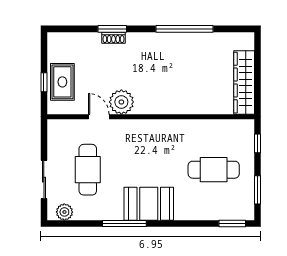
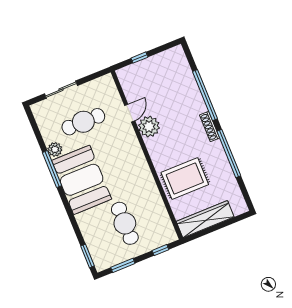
window: (112, 29) -> (205, 95), width x2.11
shoe rack: (113, 38) -> (209, 126), moved, width x1.43
rug: (62, 82) -> (185, 179), moved, width x1.36, depth x1.43
booth: (149, 204) -> (82, 180), width x1.36, depth x1.42
plant: (64, 212) -> (55, 149), moved

